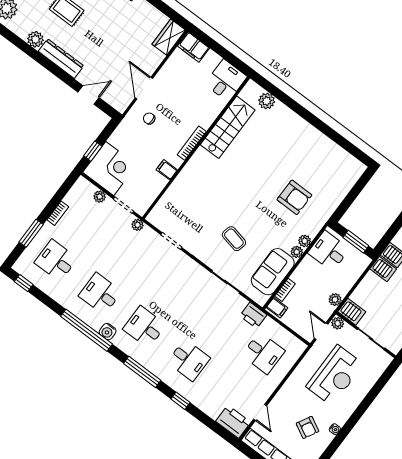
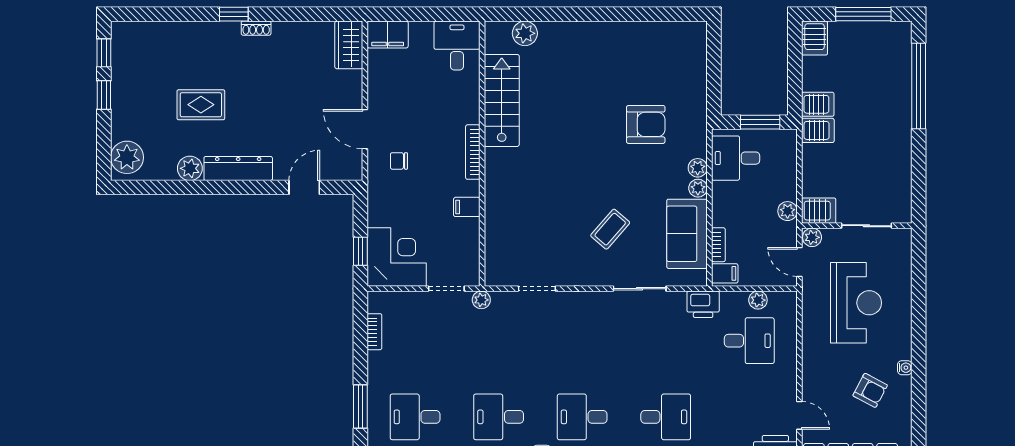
plant: (100, 197) -> (758, 300), moved
bookcase: (58, 213) -> (374, 332), moved
coffee table: (234, 239) -> (610, 229), turned -61

